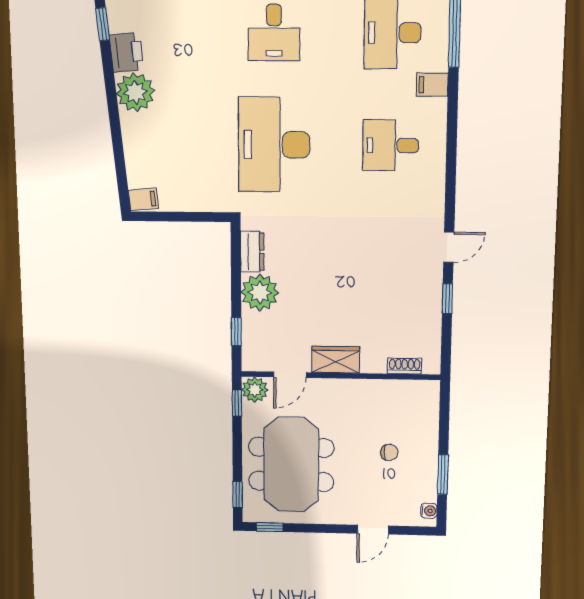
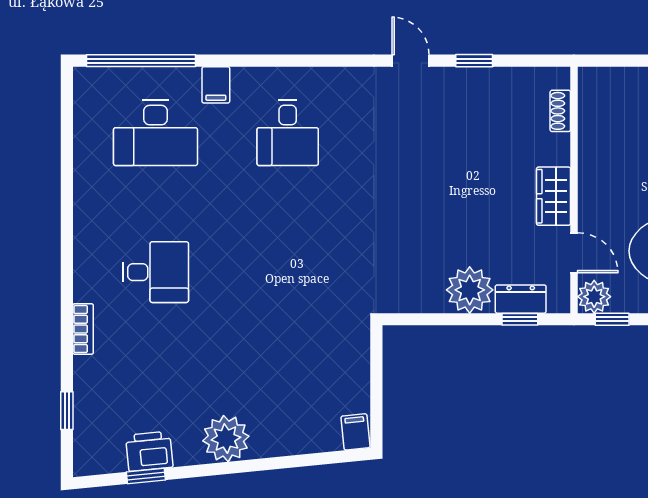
printer: (126, 52) -> (149, 451), moved
desk: (274, 145) -> (288, 272), removed
dresser: (252, 252) -> (521, 299), moved

